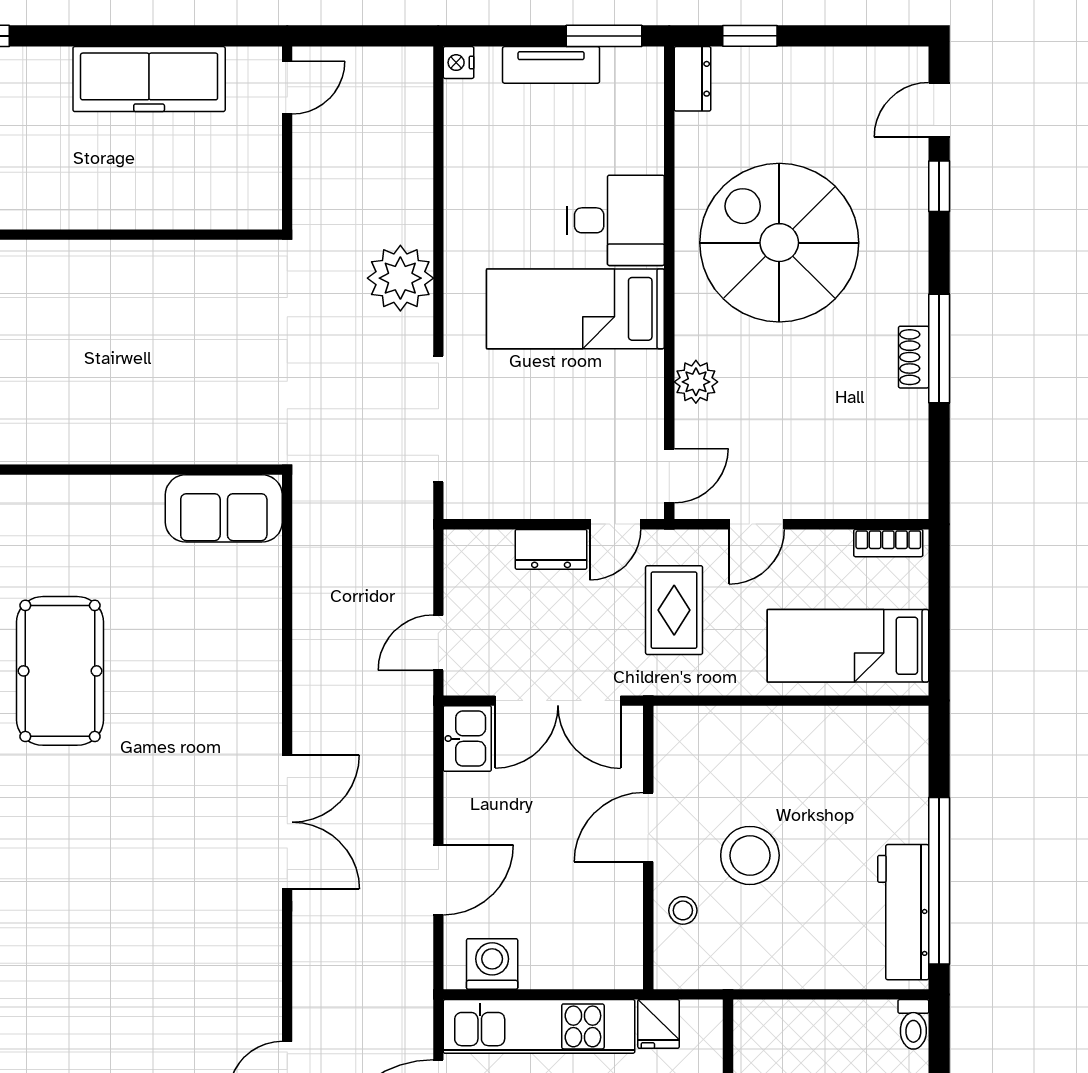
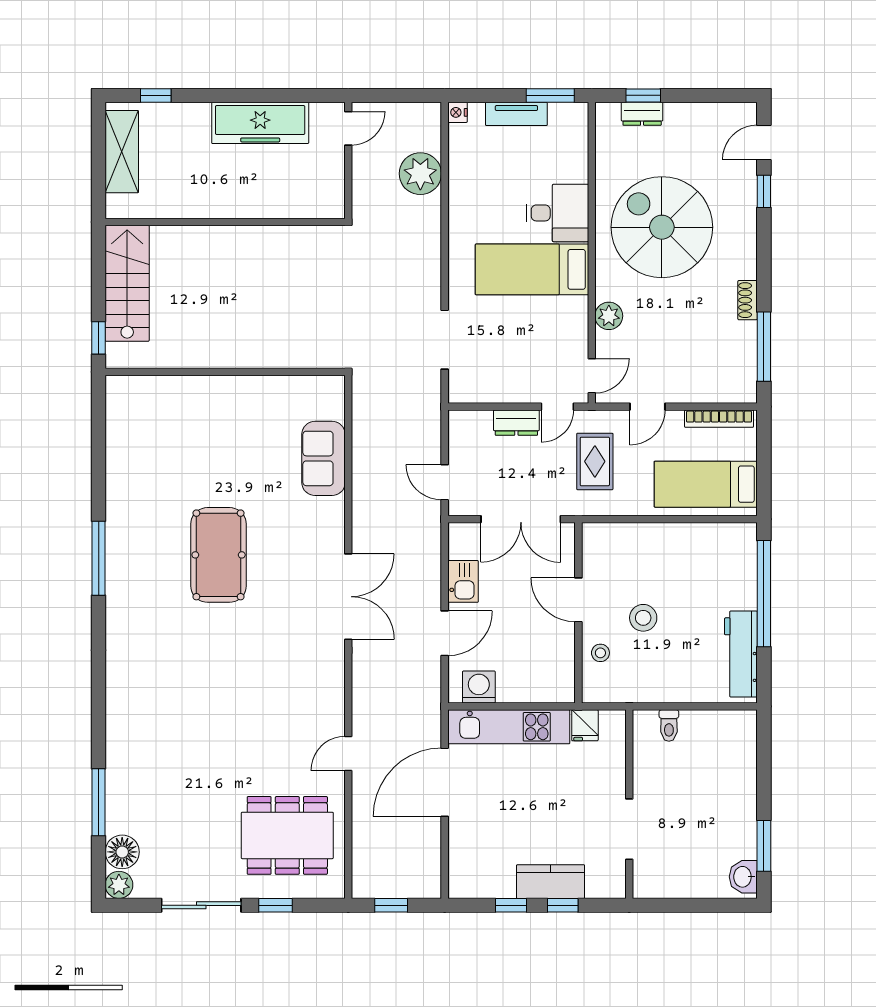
dresser: (692, 79) -> (642, 114), moved, turned 90
plant: (400, 278) -> (420, 174), moved
window: (939, 348) -> (764, 347), moved
doorway: (438, 419) -> (445, 340), width x0.73
sofa: (224, 508) -> (323, 458), moved, turned 90
bookcase: (888, 543) -> (719, 419), width x1.56
door: (438, 643) -> (445, 482), hinge flipped
pool table: (60, 671) -> (219, 555), moved
kitchen sink: (467, 739) -> (463, 581), moved
door: (648, 827) -> (578, 600), hinge flipped
stool: (750, 855) -> (643, 618), width x0.73, depth x0.73
window: (939, 881) -> (764, 594), moved
toilet: (913, 1024) -> (669, 726), moved

